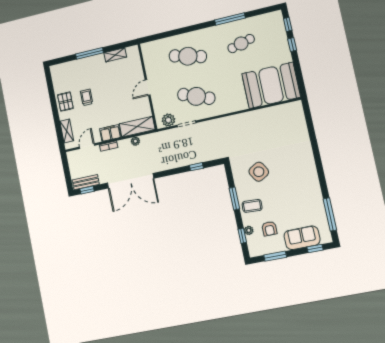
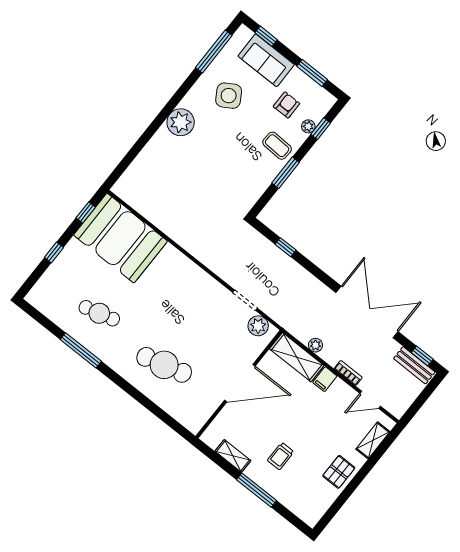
window: (288, 24) -> (86, 212), moved
cafe table: (188, 56) -> (164, 365), turned -30
door: (148, 87) -> (240, 383), width x1.87
cafe table: (196, 96) -> (203, 315), removed
trolley: (86, 97) -> (281, 456), moved
filing cabinet: (110, 133) -> (325, 379), width x0.50
plant: (306, 166) -> (181, 122), added
side table: (259, 172) -> (229, 96), moved

